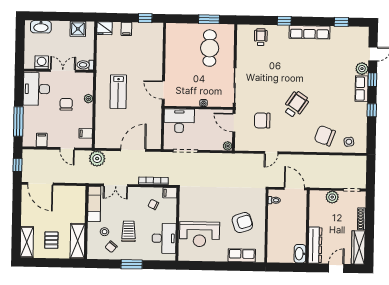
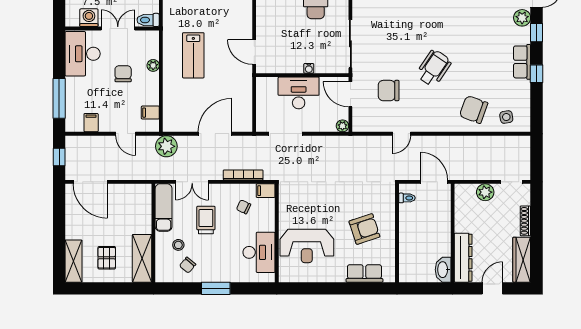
row of seats: (362, 89) -> (522, 62), moved
desk: (179, 121) -> (299, 93), moved
trolley: (129, 231) -> (206, 220), moved

